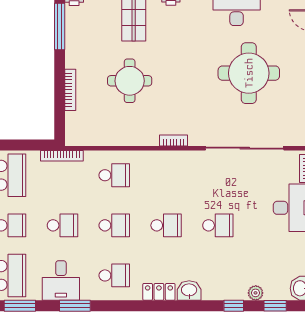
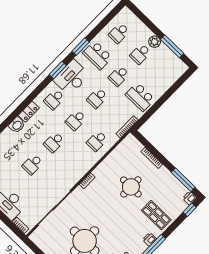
desk: (61, 280) -> (71, 78), width x1.37

